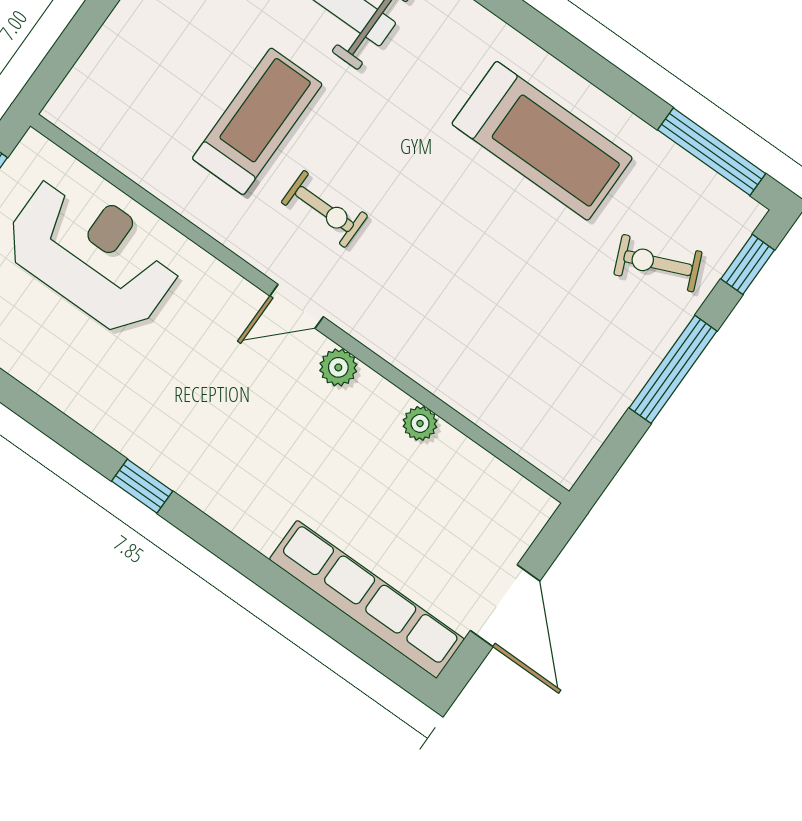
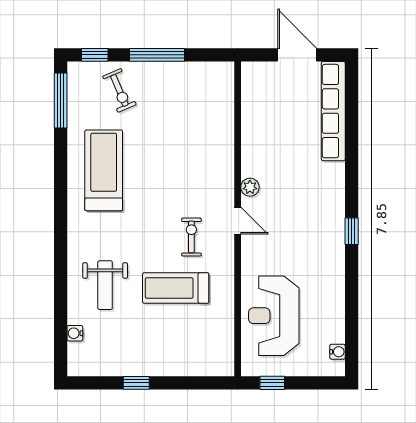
plant: (420, 423) -> (249, 139), removed
door: (505, 606) -> (297, 55), hinge flipped

